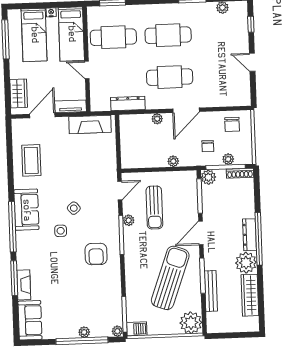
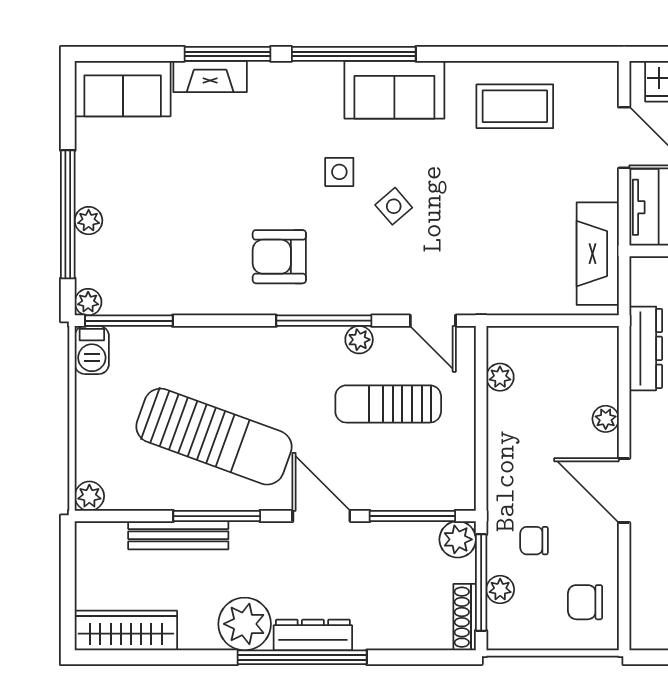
plant: (173, 161) -> (500, 377), moved
wardrobe: (250, 295) -> (126, 631), moved
plant: (191, 323) -> (89, 496), width x0.53, depth x0.53

